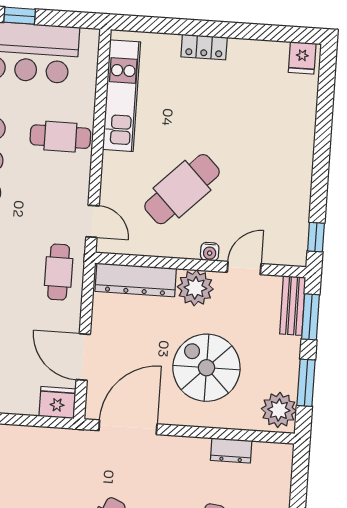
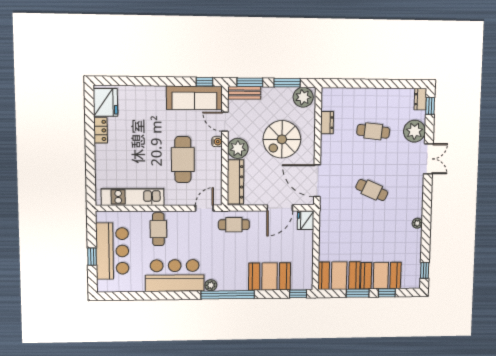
locker: (204, 47) -> (101, 130), moved
fridge: (302, 58) -> (105, 102), width x1.88, depth x1.34
cafe table: (182, 189) -> (183, 160), turned 45
sofa: (289, 217) -> (194, 98), added

